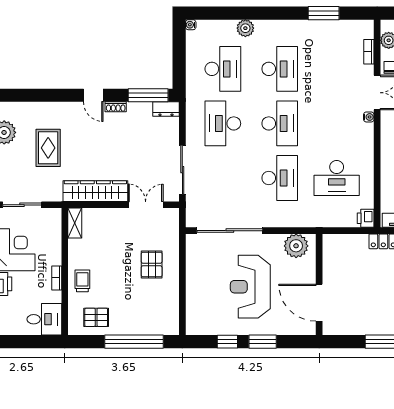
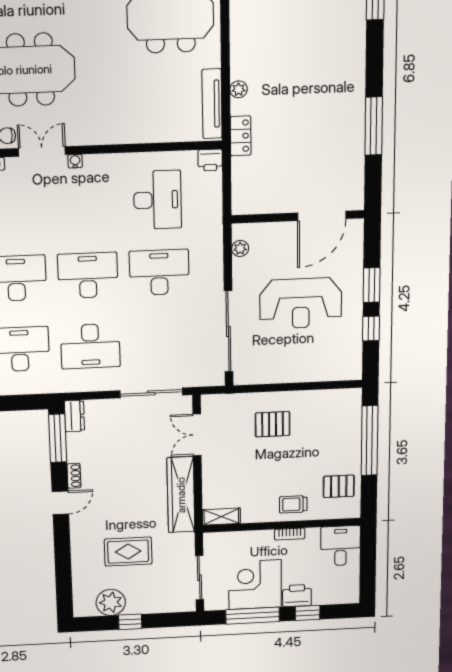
plant: (296, 246) -> (240, 248), width x0.53, depth x0.53
pallet: (96, 317) -> (339, 486), turned 90

